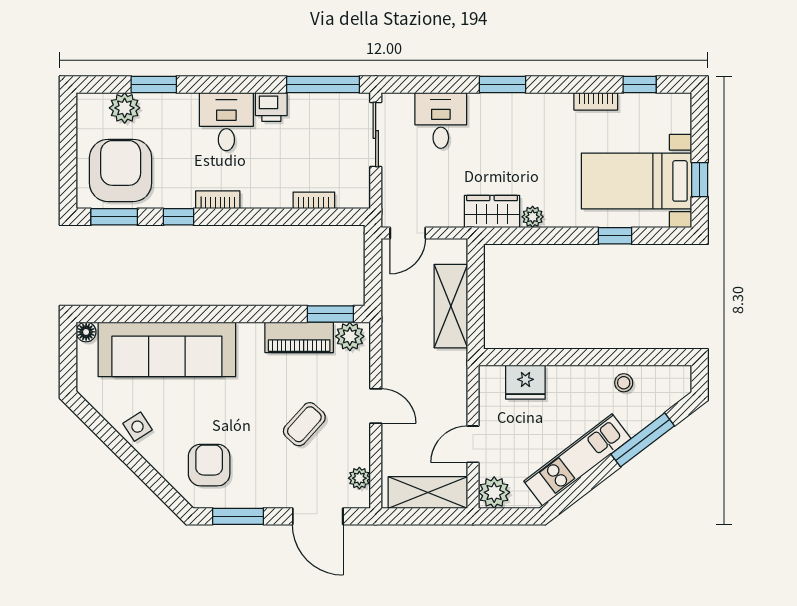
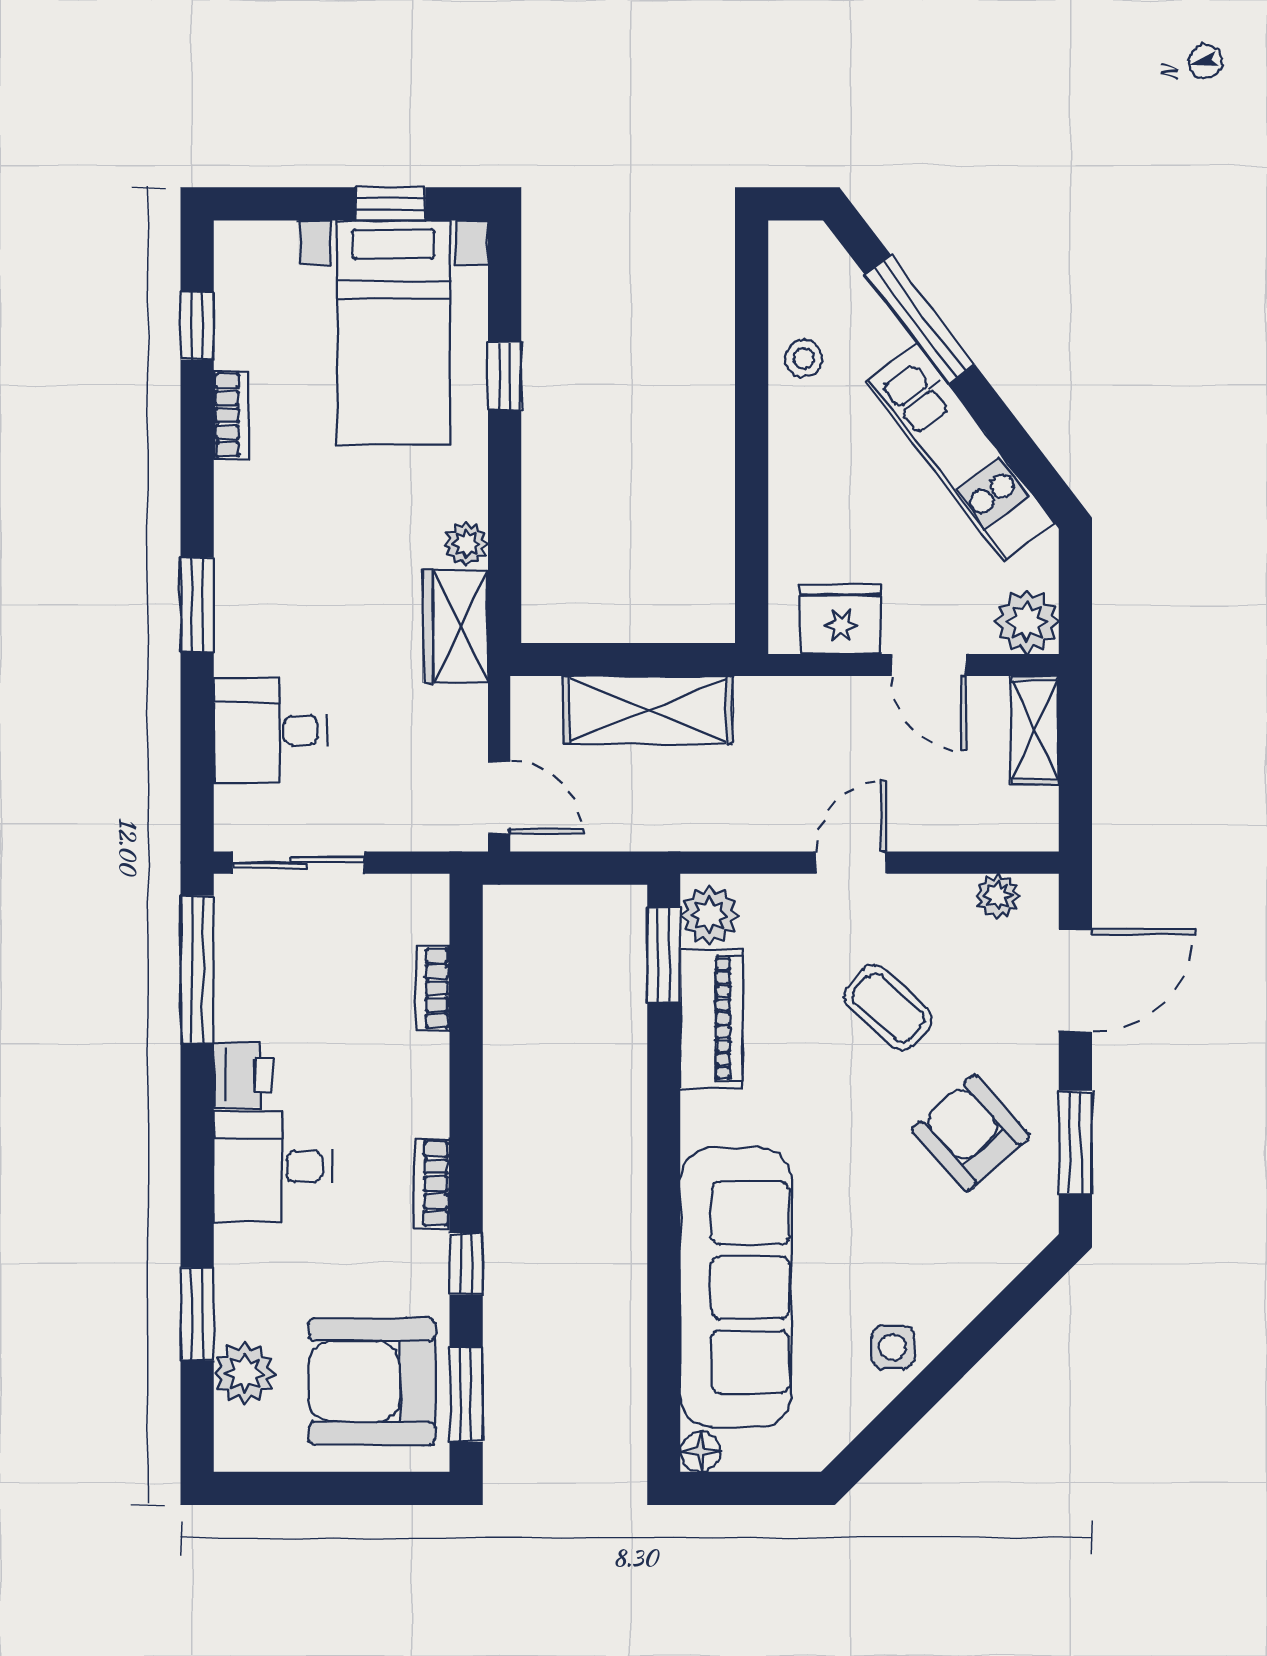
fridge: (525, 382) -> (841, 619), moved, turned -90
side table: (137, 427) -> (893, 1347), turned 33
armchair: (209, 465) -> (970, 1133), moved, turned 48
shelving: (428, 492) -> (1035, 730), width x0.67, depth x0.75

